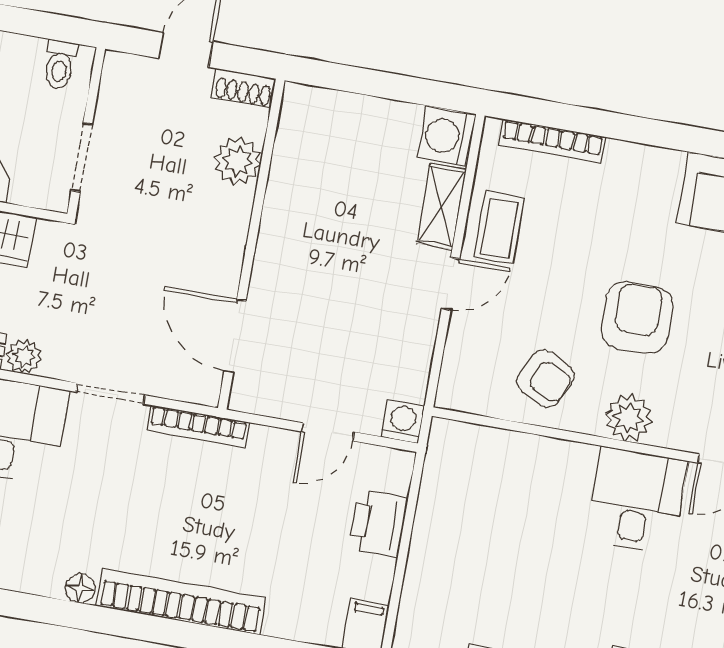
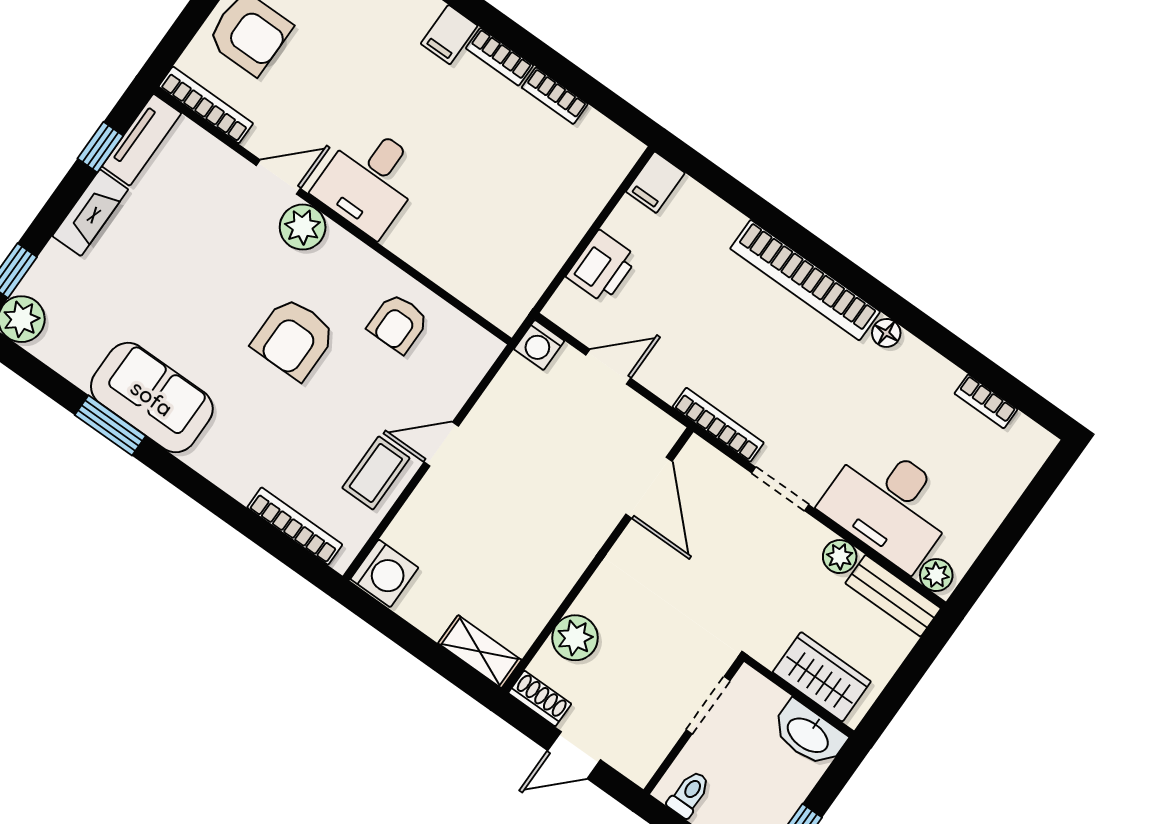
shelving: (441, 206) -> (480, 652), moved, turned 90
armchair: (545, 379) -> (398, 323), turned -115
plant: (629, 418) -> (303, 227), moved

